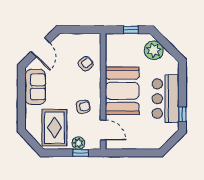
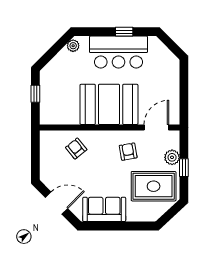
plant: (154, 50) -> (73, 46), moved, width x0.53, depth x0.53
window: (182, 114) -> (124, 32), moved
window: (81, 153) -> (184, 168), moved

